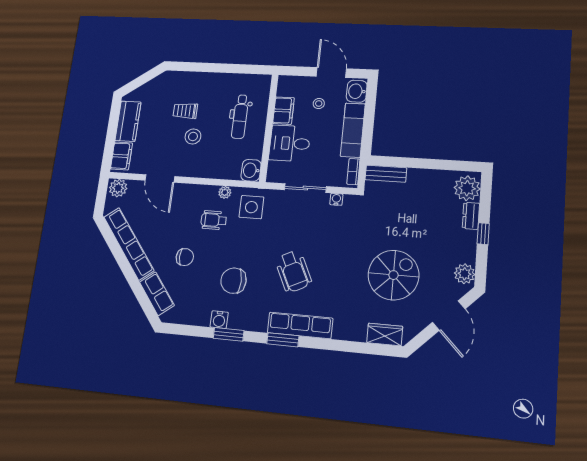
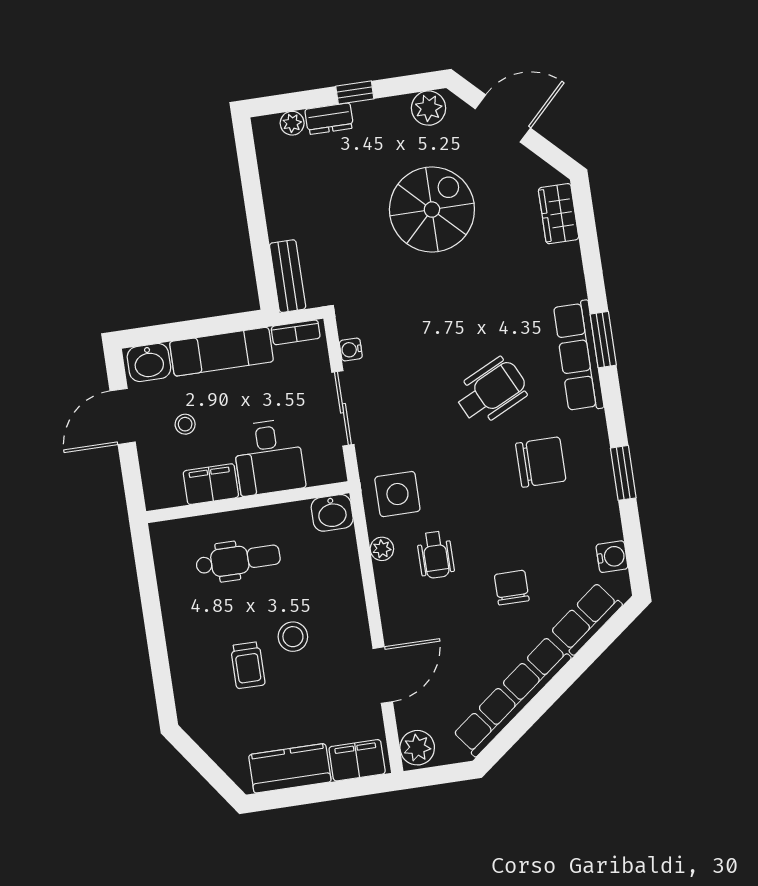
plant: (467, 188) -> (292, 123), width x0.53, depth x0.53
spiral stairs: (393, 275) -> (432, 210), moved, turned 90
chair: (233, 281) -> (541, 462), moved, turned -90
water cooler: (219, 320) -> (612, 557), moved
window: (283, 340) -> (603, 340), moved

